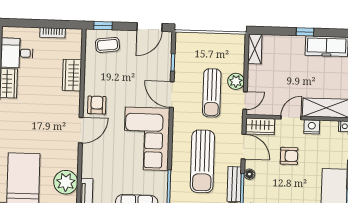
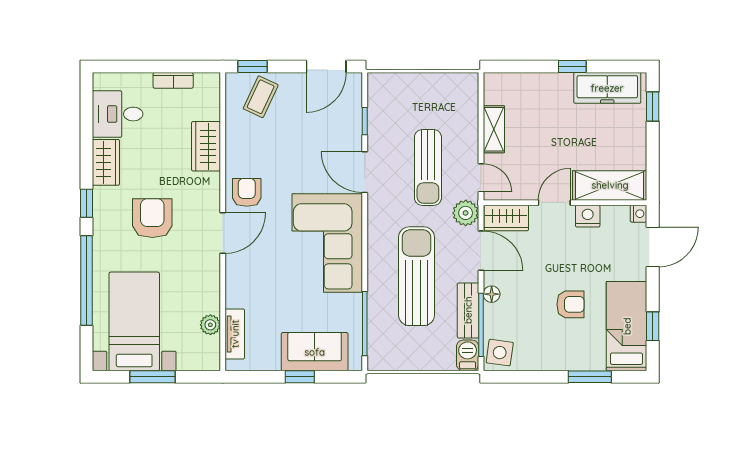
coffee table: (108, 45) -> (261, 97), turned -58
shelving: (255, 49) -> (494, 129), moved
plant: (236, 81) -> (466, 213), moved
door: (245, 100) -> (481, 178), hinge flipped
armchair: (37, 119) -> (152, 218), added
armchair: (289, 156) -> (570, 304), moved
sun lounger: (202, 161) -> (416, 276), turned 180
plant: (66, 182) -> (210, 325), width x0.53, depth x0.53

